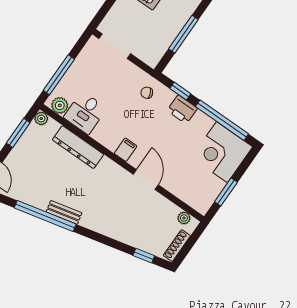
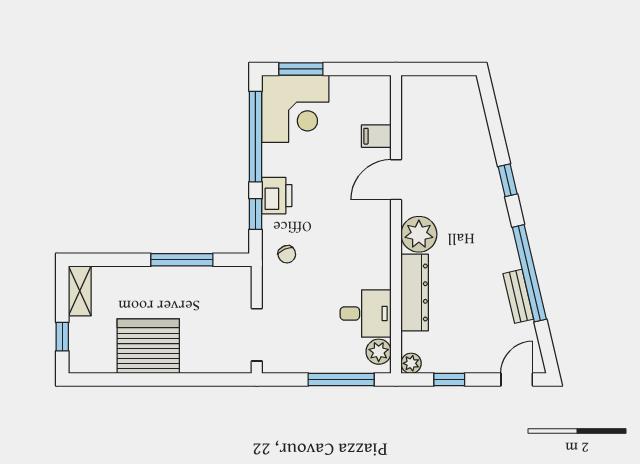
window: (18, 133) -> (449, 380), width x0.67
filing cabinet: (126, 150) -> (376, 136), moved
window: (226, 192) -> (301, 69), moved
bench: (64, 212) -> (518, 296), moved
plant: (184, 218) -> (419, 234), moved, width x1.88, depth x1.88
shoe rack: (177, 246) -> (451, 83), removed
window: (144, 256) -> (508, 180), moved

